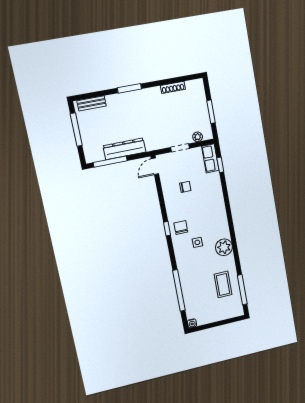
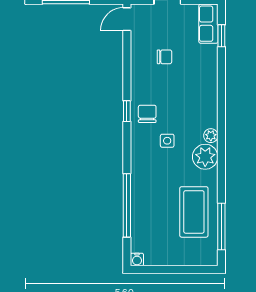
plant: (225, 233) -> (211, 136), added
coffee table: (223, 284) -> (194, 212), width x1.36, depth x1.32

